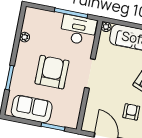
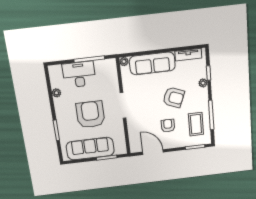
desk: (78, 30) -> (79, 74), moved
sofa: (32, 109) -> (90, 149), width x1.36

